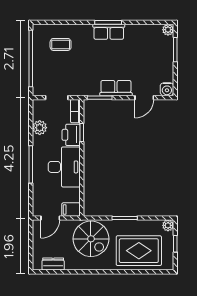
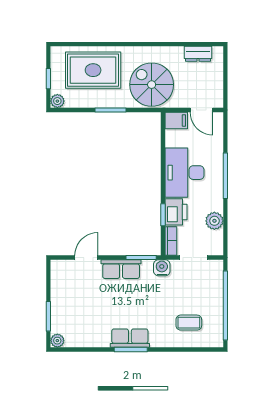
water cooler: (167, 89) -> (162, 268), moved
door: (50, 218) -> (202, 110), swing flipped

